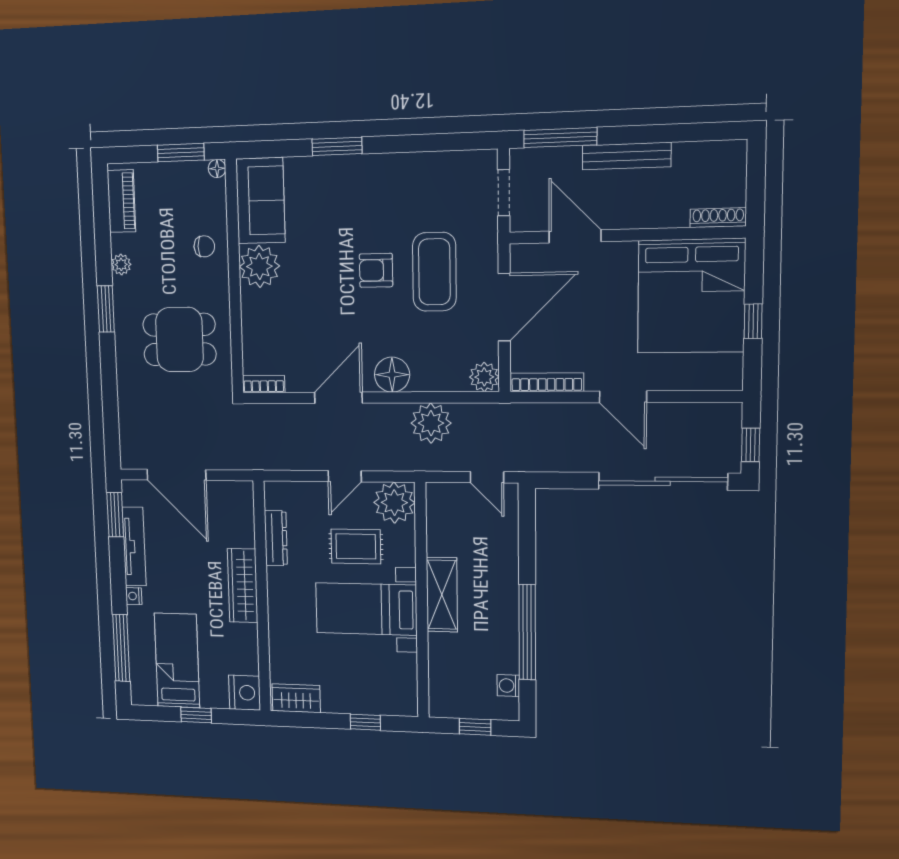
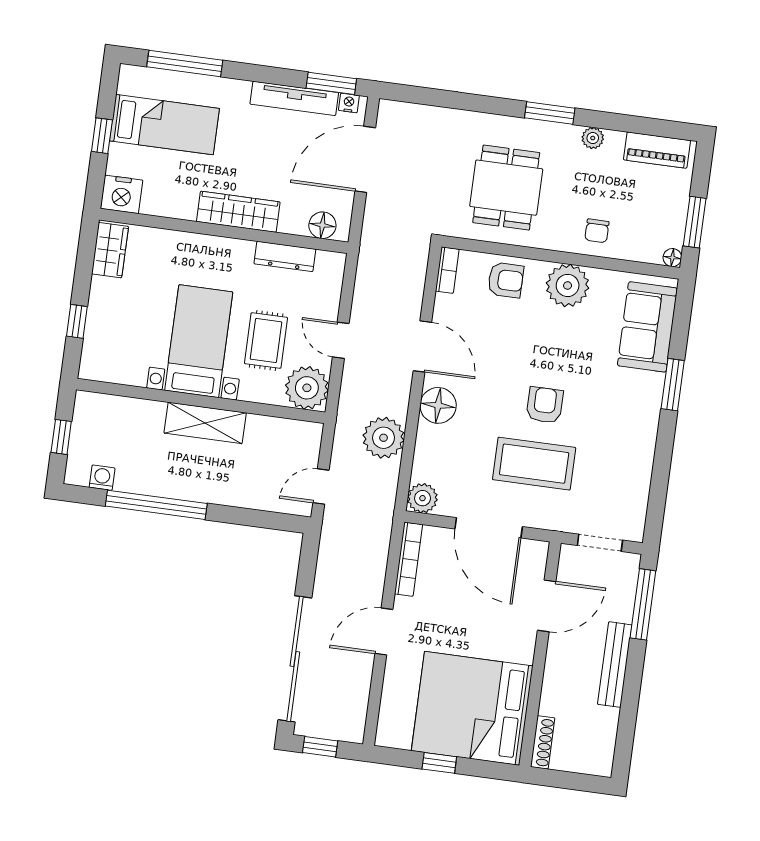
sofa: (260, 201) -> (647, 327), moved, turned 90
armchair: (264, 327) -> (506, 280), added
floor lamp: (242, 507) -> (322, 225), added
nightstand: (134, 596) -> (349, 103), moved

